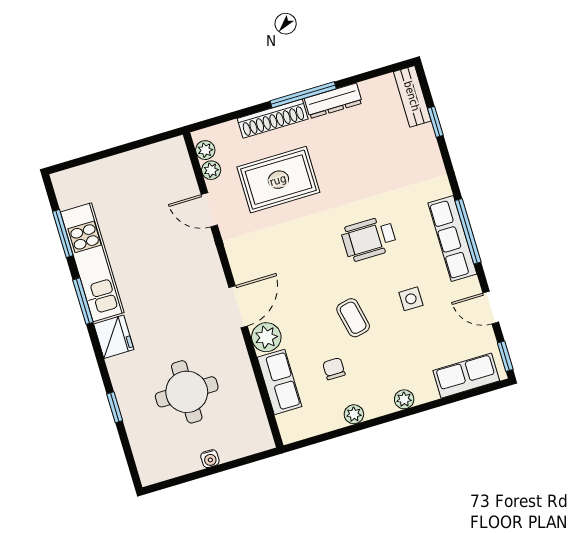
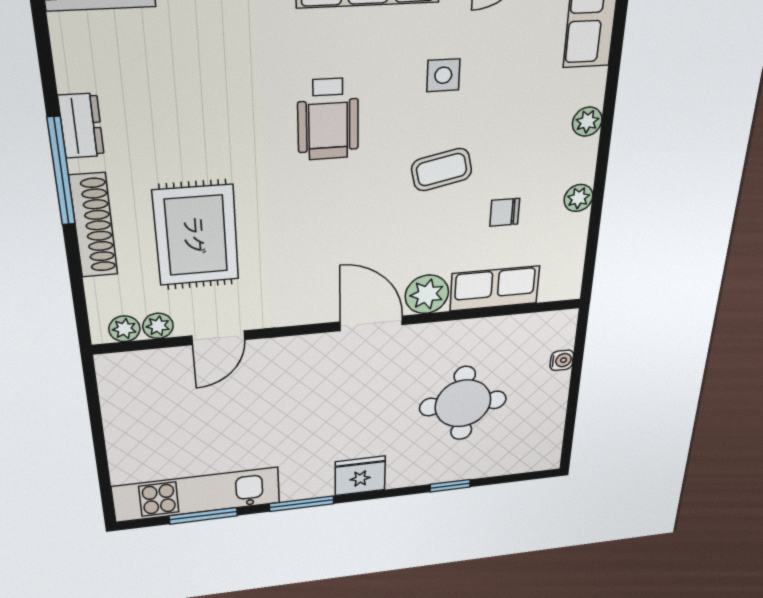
dresser: (333, 101) -> (81, 126), width x0.70
kitchen unit: (92, 262) -> (197, 495), moved
water cooler: (210, 459) -> (562, 360), moved

